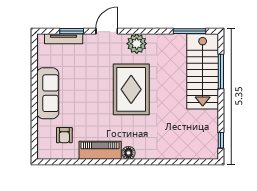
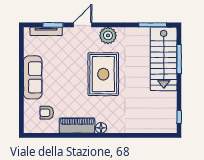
armchair: (64, 135) -> (47, 113), turned 90

